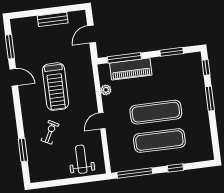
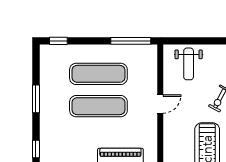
plant: (106, 90) -> (151, 138), removed
window: (210, 99) -> (36, 99), moved
window: (175, 168) -> (58, 41), moved

